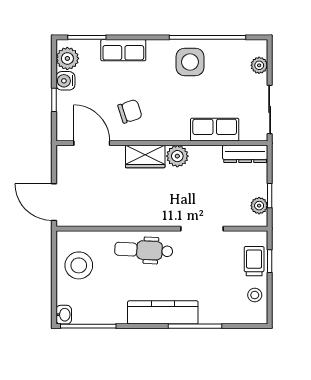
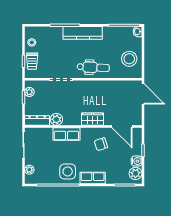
row of seats: (123, 50) -> (93, 178), moved
row of seats: (215, 130) -> (66, 134), moved
plant: (177, 156) -> (56, 119), moved

